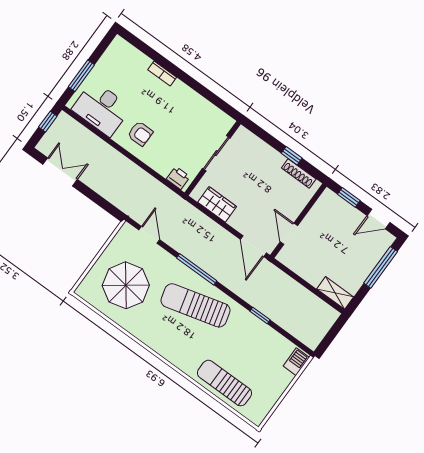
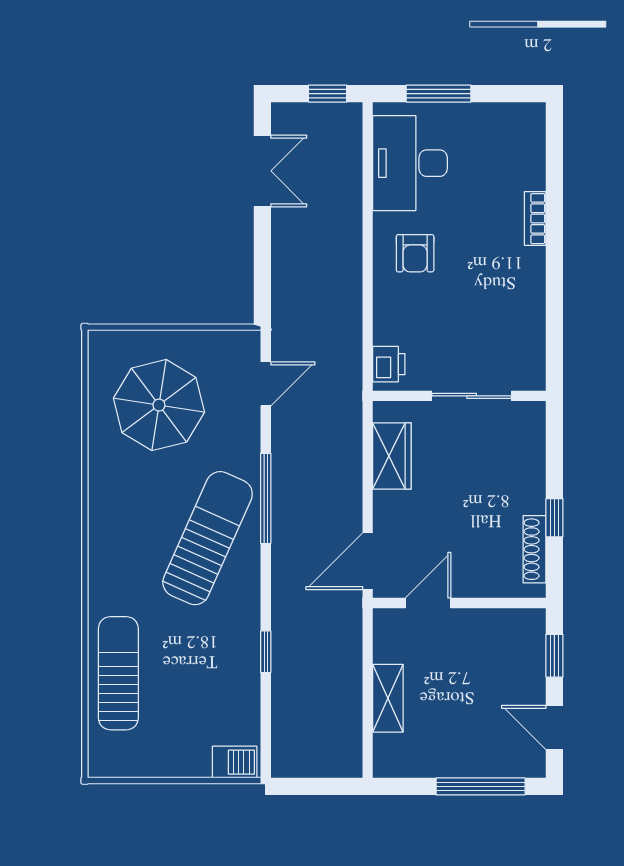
shelving: (335, 293) -> (388, 698), moved
sun lounger: (195, 305) -> (208, 538), turned 39

